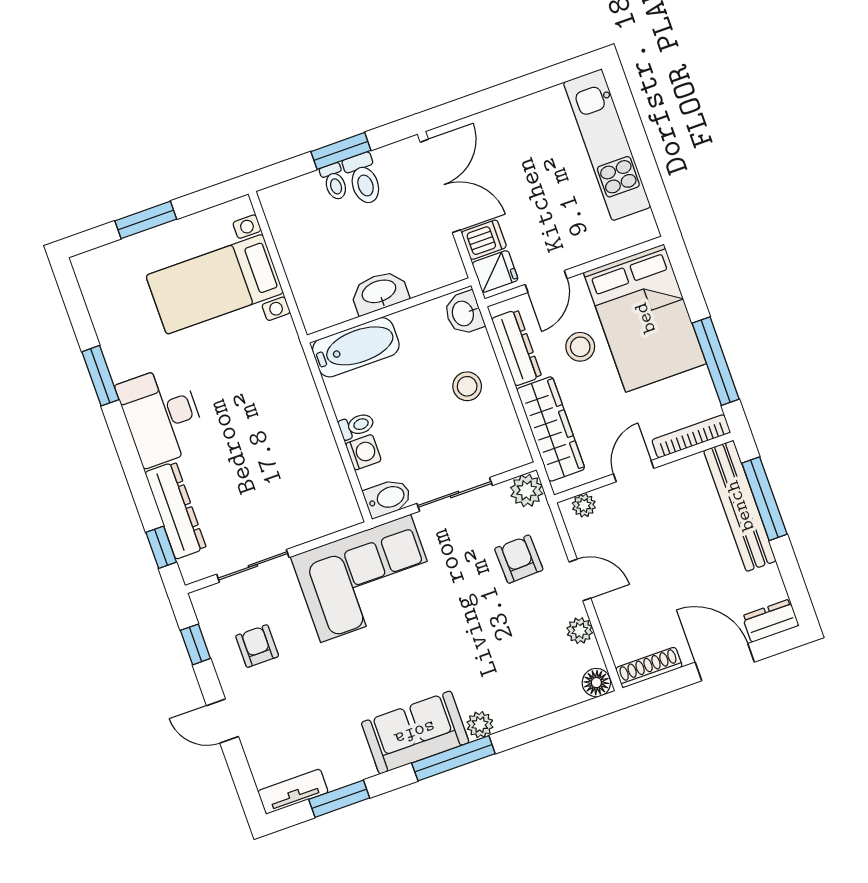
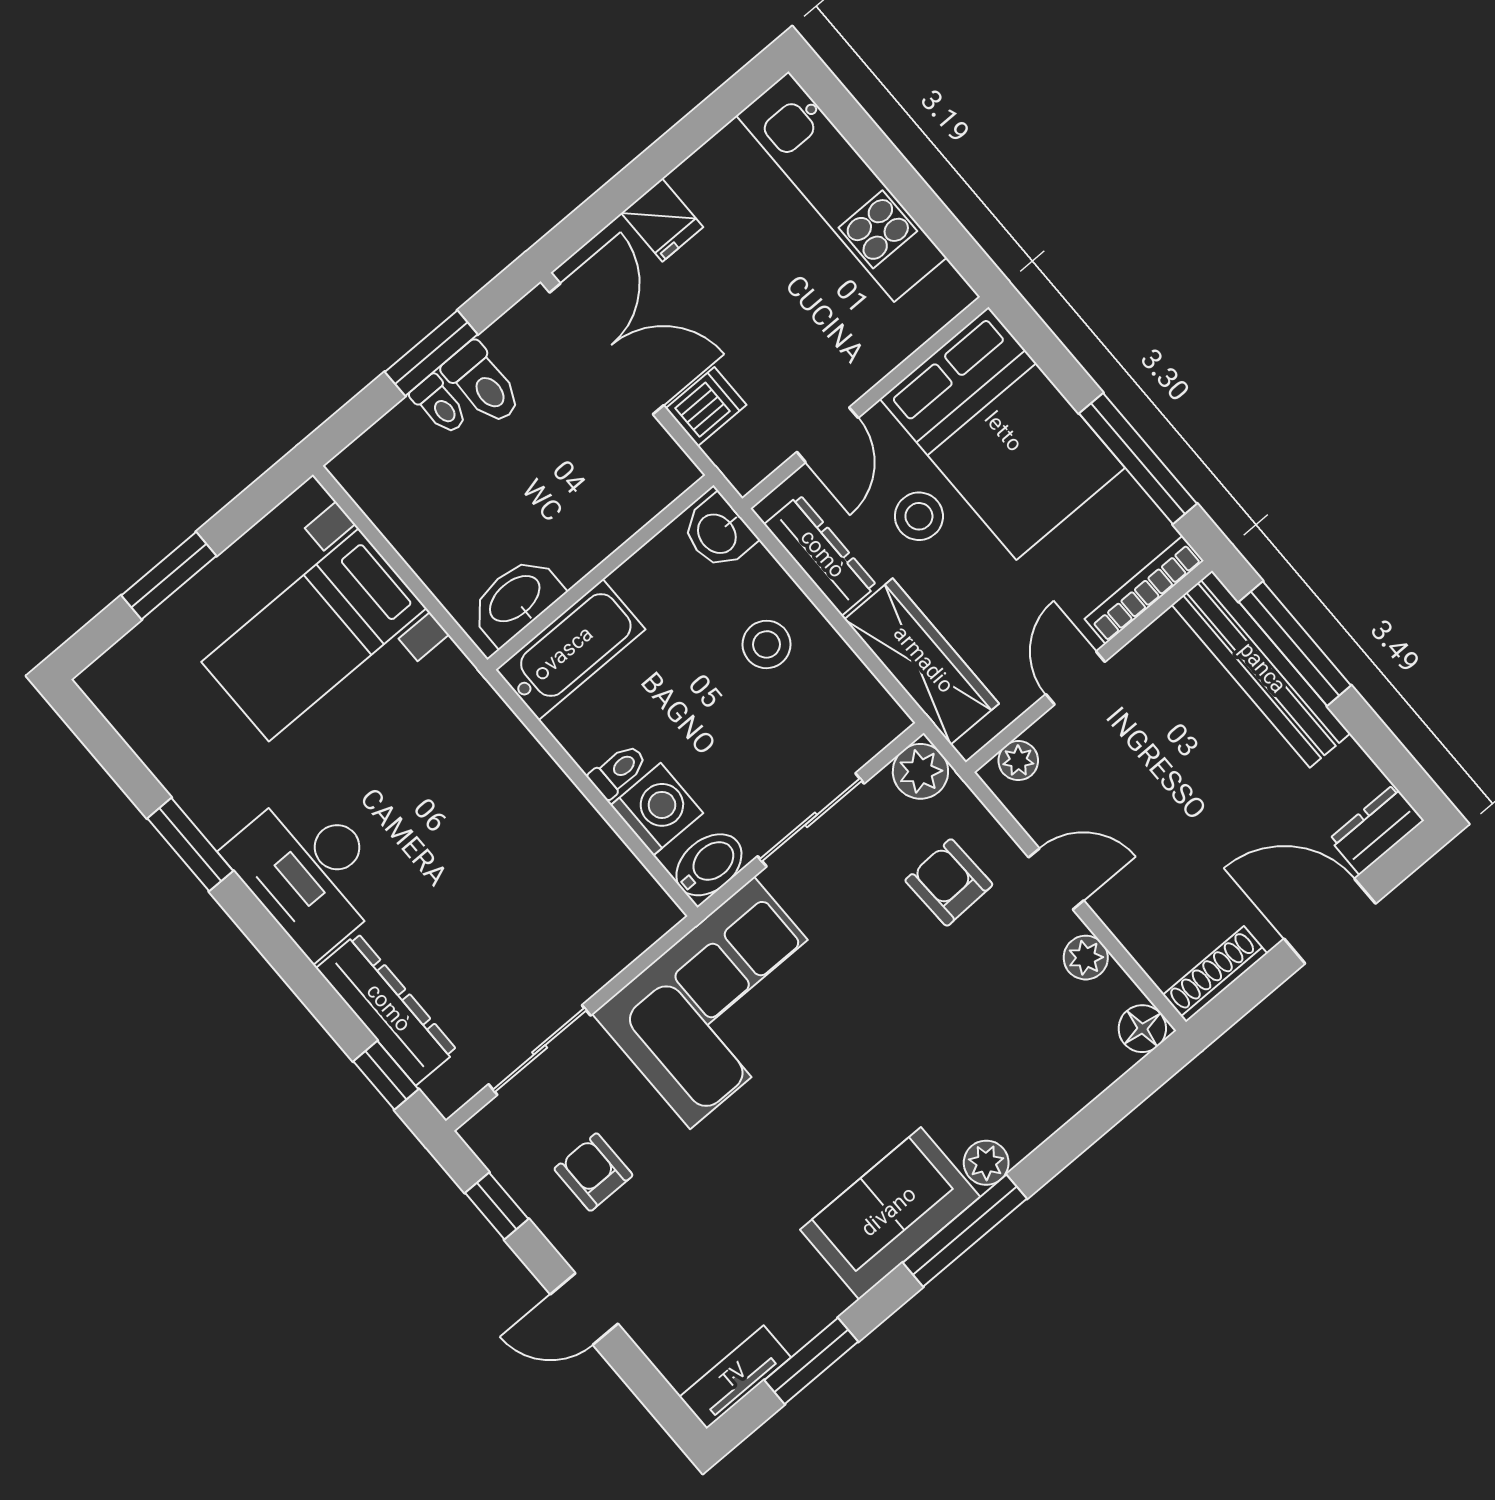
fridge: (495, 271) -> (662, 220), moved, turned 90
washbasin: (379, 292) -> (516, 600), moved
washing machine: (363, 452) -> (657, 809), width x1.38, depth x1.38

